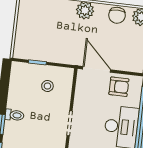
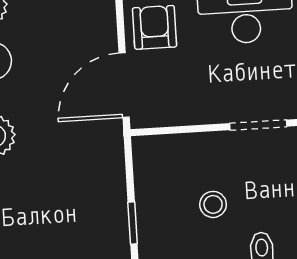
stool: (47, 86) -> (213, 204), moved

